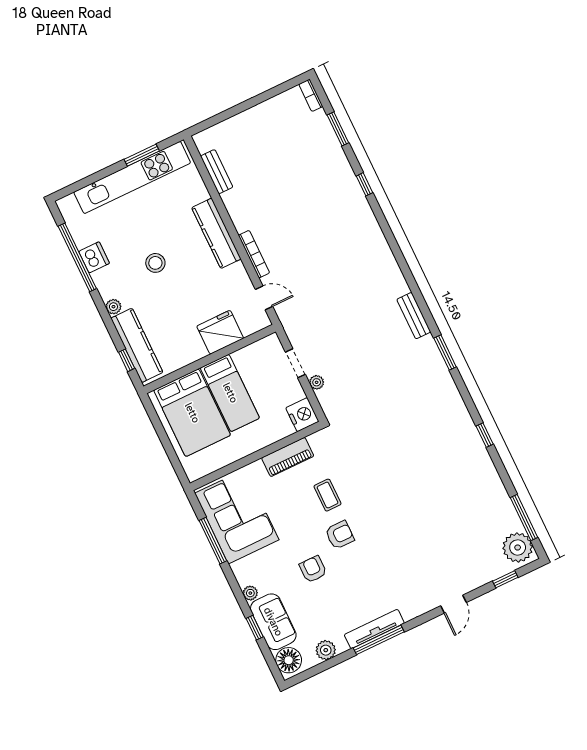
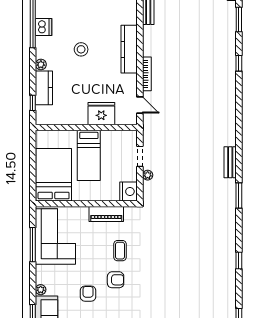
kitchen counter: (137, 345) -> (44, 88), width x0.67
bed: (192, 413) -> (54, 175), moved, turned 180

